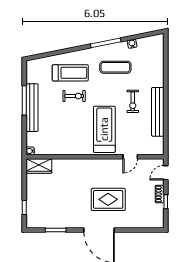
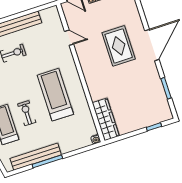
bench: (32, 108) -> (36, 157), moved
treadmill: (104, 129) -> (55, 95), moved, turned 90
wardrobe: (39, 166) -> (106, 119), width x1.50

